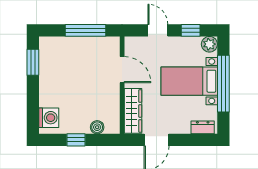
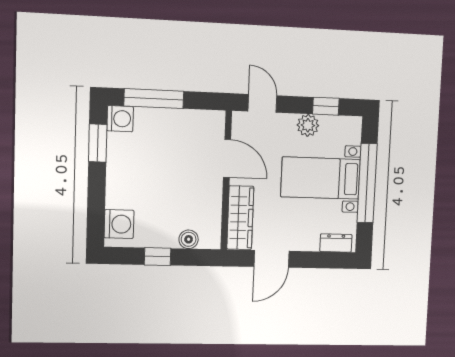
window: (85, 30) -> (154, 99), moved
door: (158, 30) -> (262, 103), moved
plant: (209, 44) -> (308, 125), moved
washing machine: (47, 45) -> (120, 119), added

